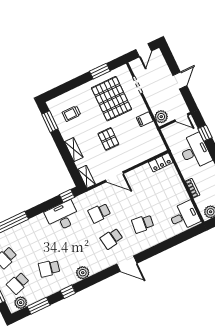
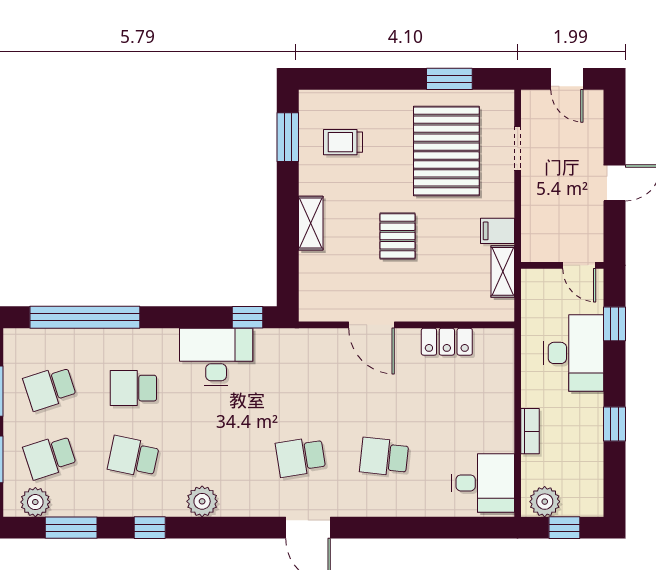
door: (144, 50) -> (567, 79), hinge flipped
plant: (161, 117) -> (536, 242), removed
locker: (161, 162) -> (447, 342), moved
shelving: (87, 177) -> (503, 271), moved
school desk: (99, 213) -> (133, 388), moved

